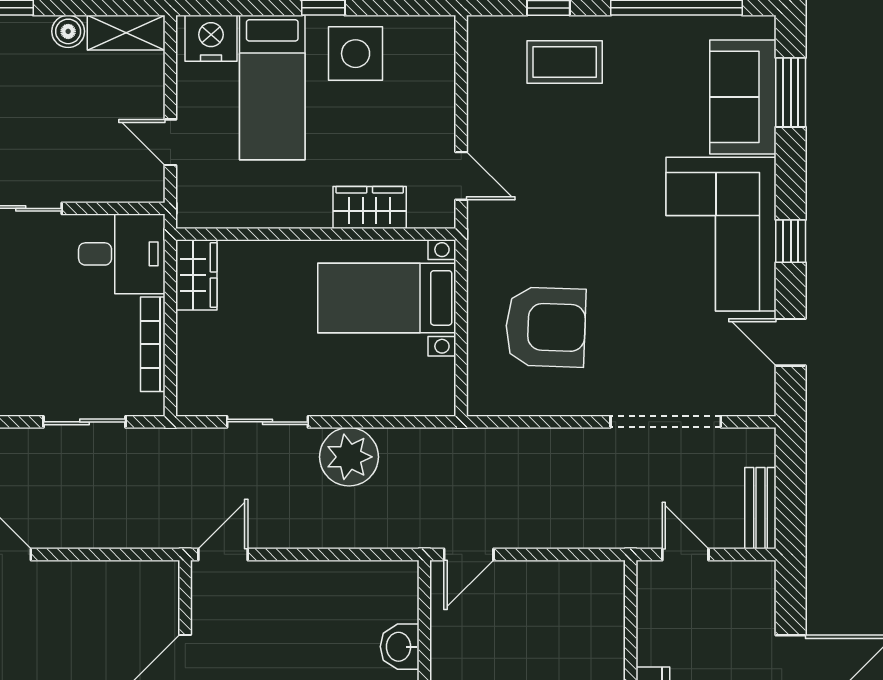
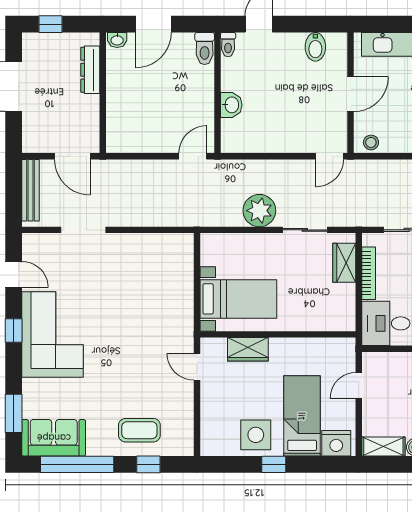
sofa: (743, 97) -> (54, 438), moved, turned -90
door: (170, 142) -> (359, 385), swing flipped
wardrobe: (196, 275) -> (344, 263), moved
armchair: (546, 327) -> (150, 283), removed
doorway: (666, 422) -> (83, 230), width x0.73
bench: (760, 508) -> (31, 190), width x1.36
door: (685, 554) -> (72, 156), width x1.38
stool: (148, 579) -> (371, 142), added

